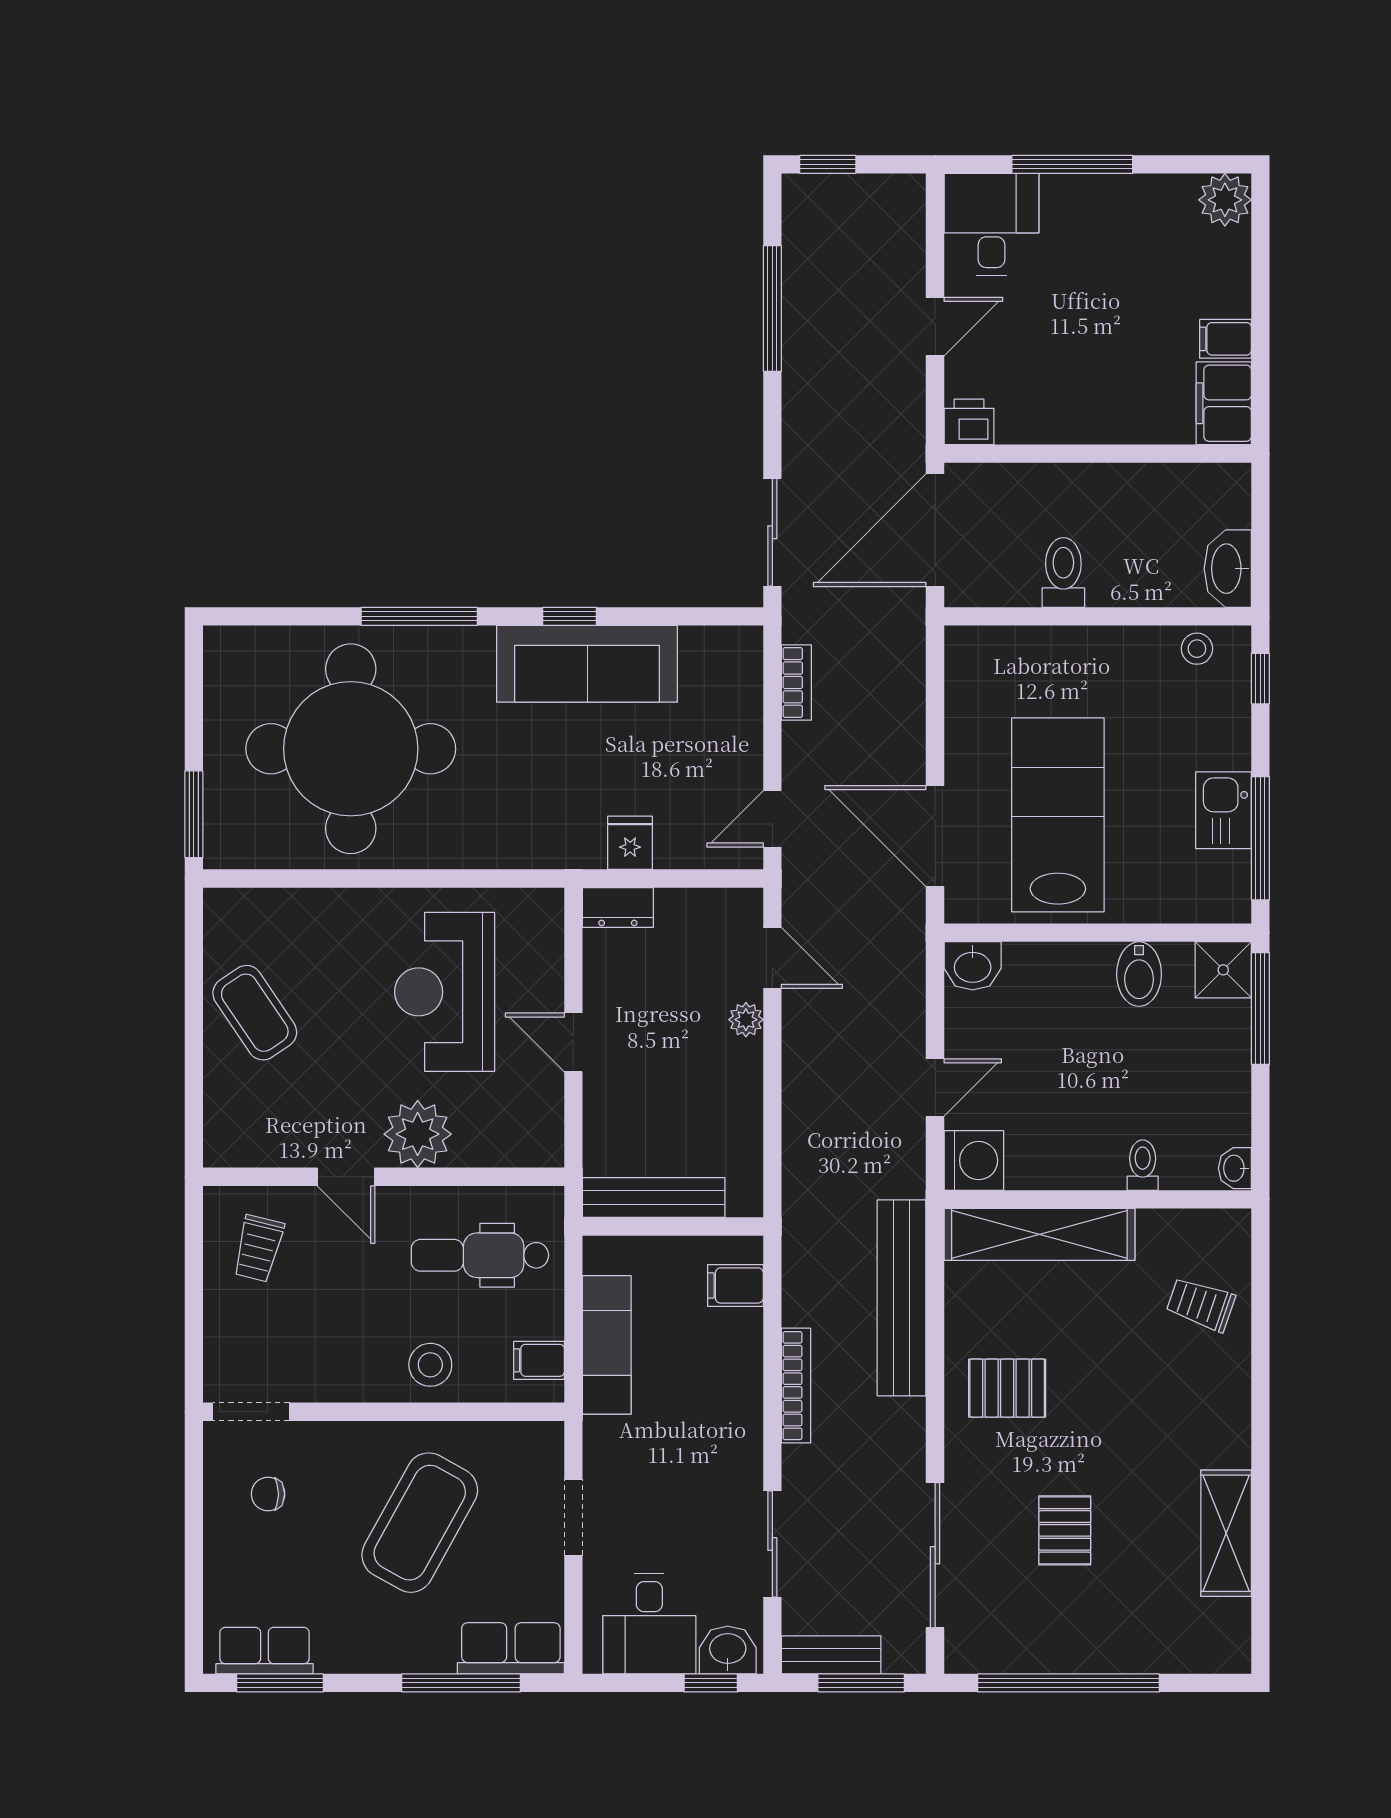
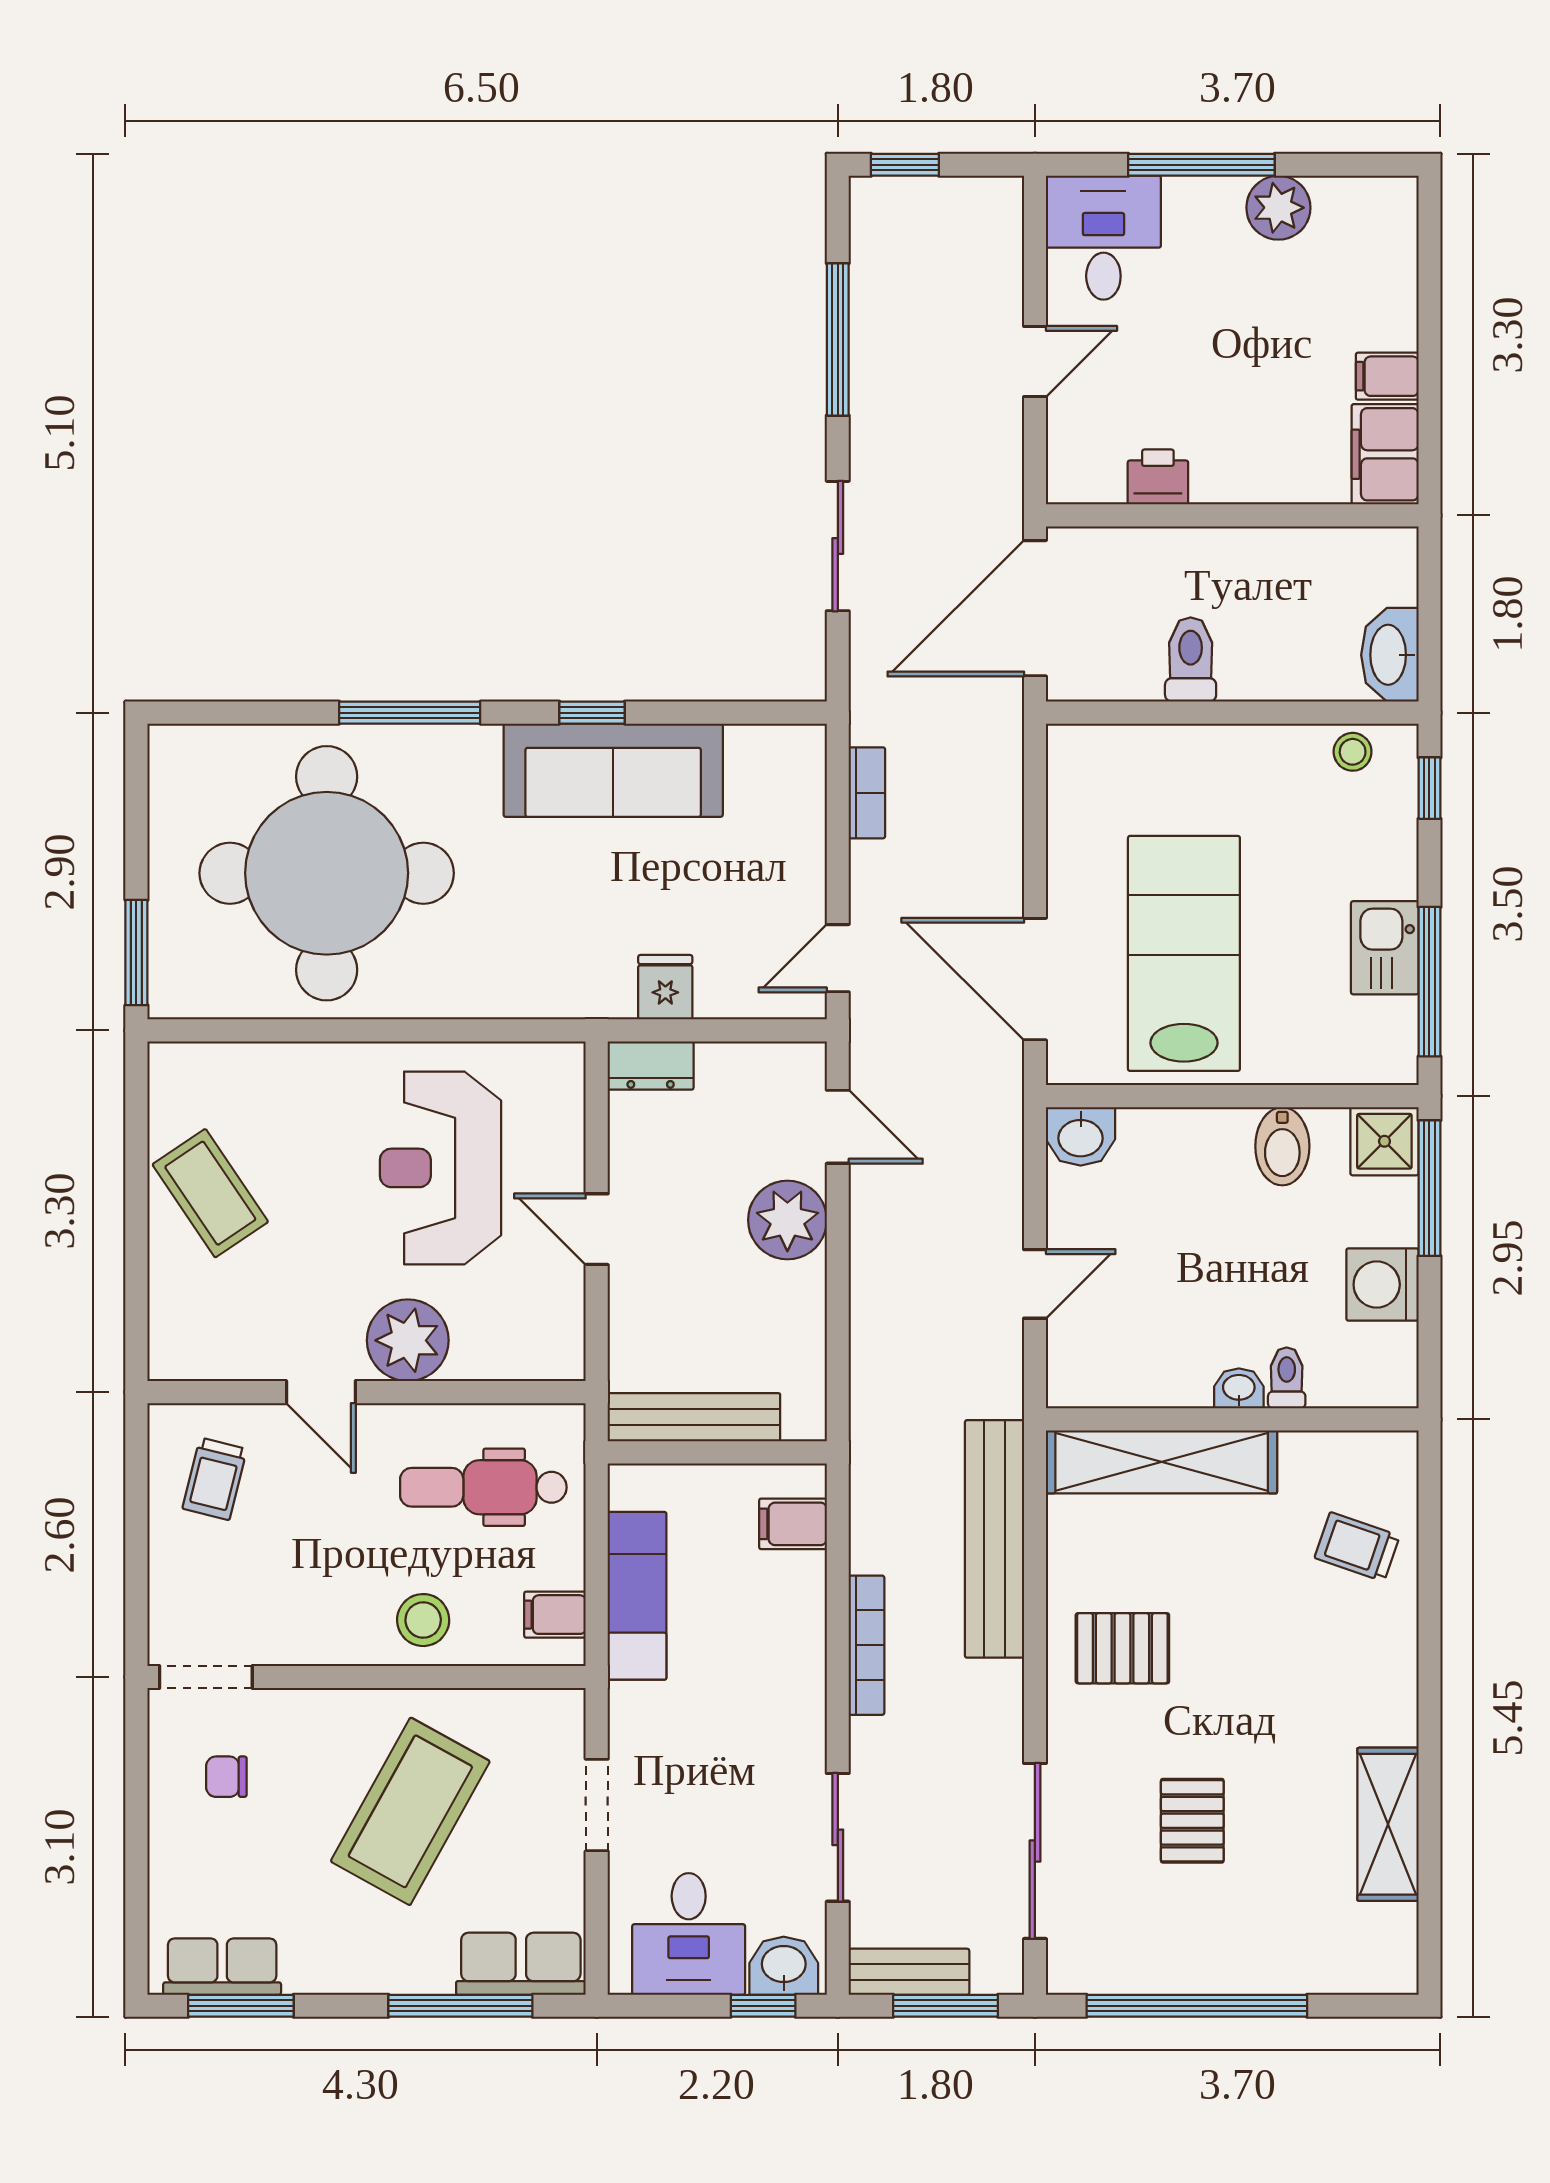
plant: (1225, 200) -> (1278, 208), moved
printer: (969, 422) -> (1158, 477), moved
sliding door: (772, 532) -> (838, 546), moved
plant: (746, 1020) -> (787, 1220), width x1.88, depth x1.88
washing machine: (974, 1161) -> (1382, 1285), moved, turned 180
washbasin: (1235, 1168) -> (1239, 1388), moved, turned 90

